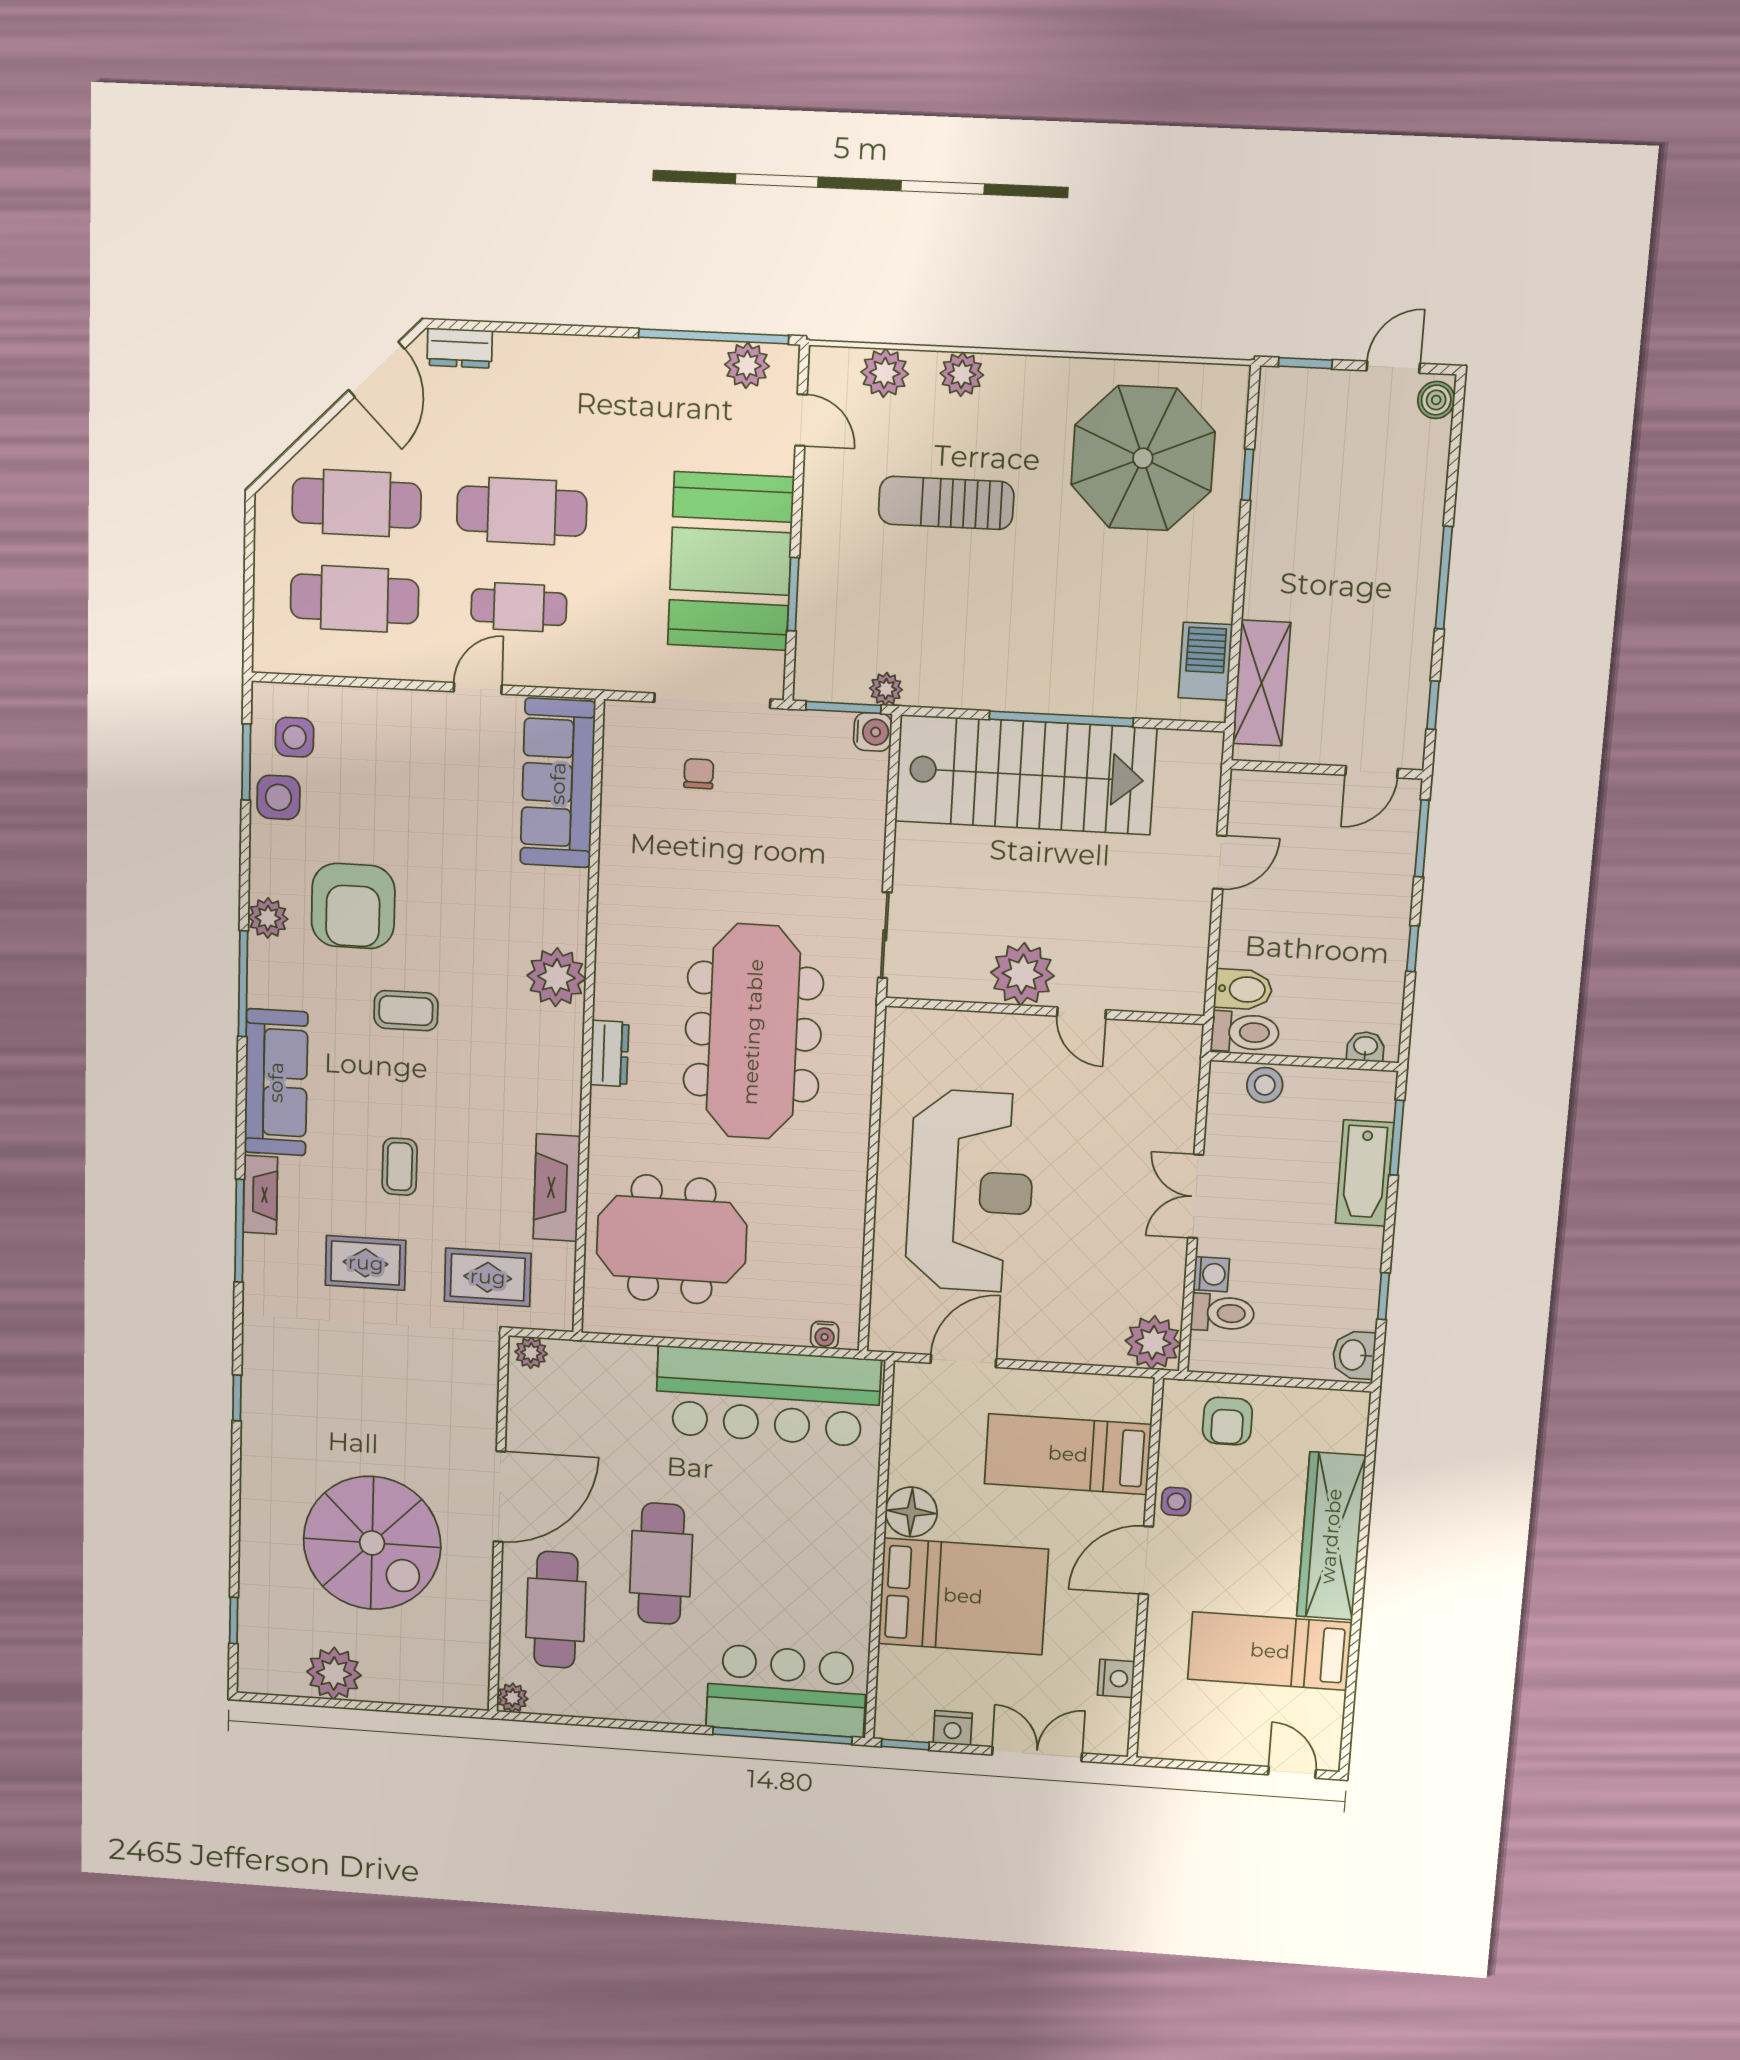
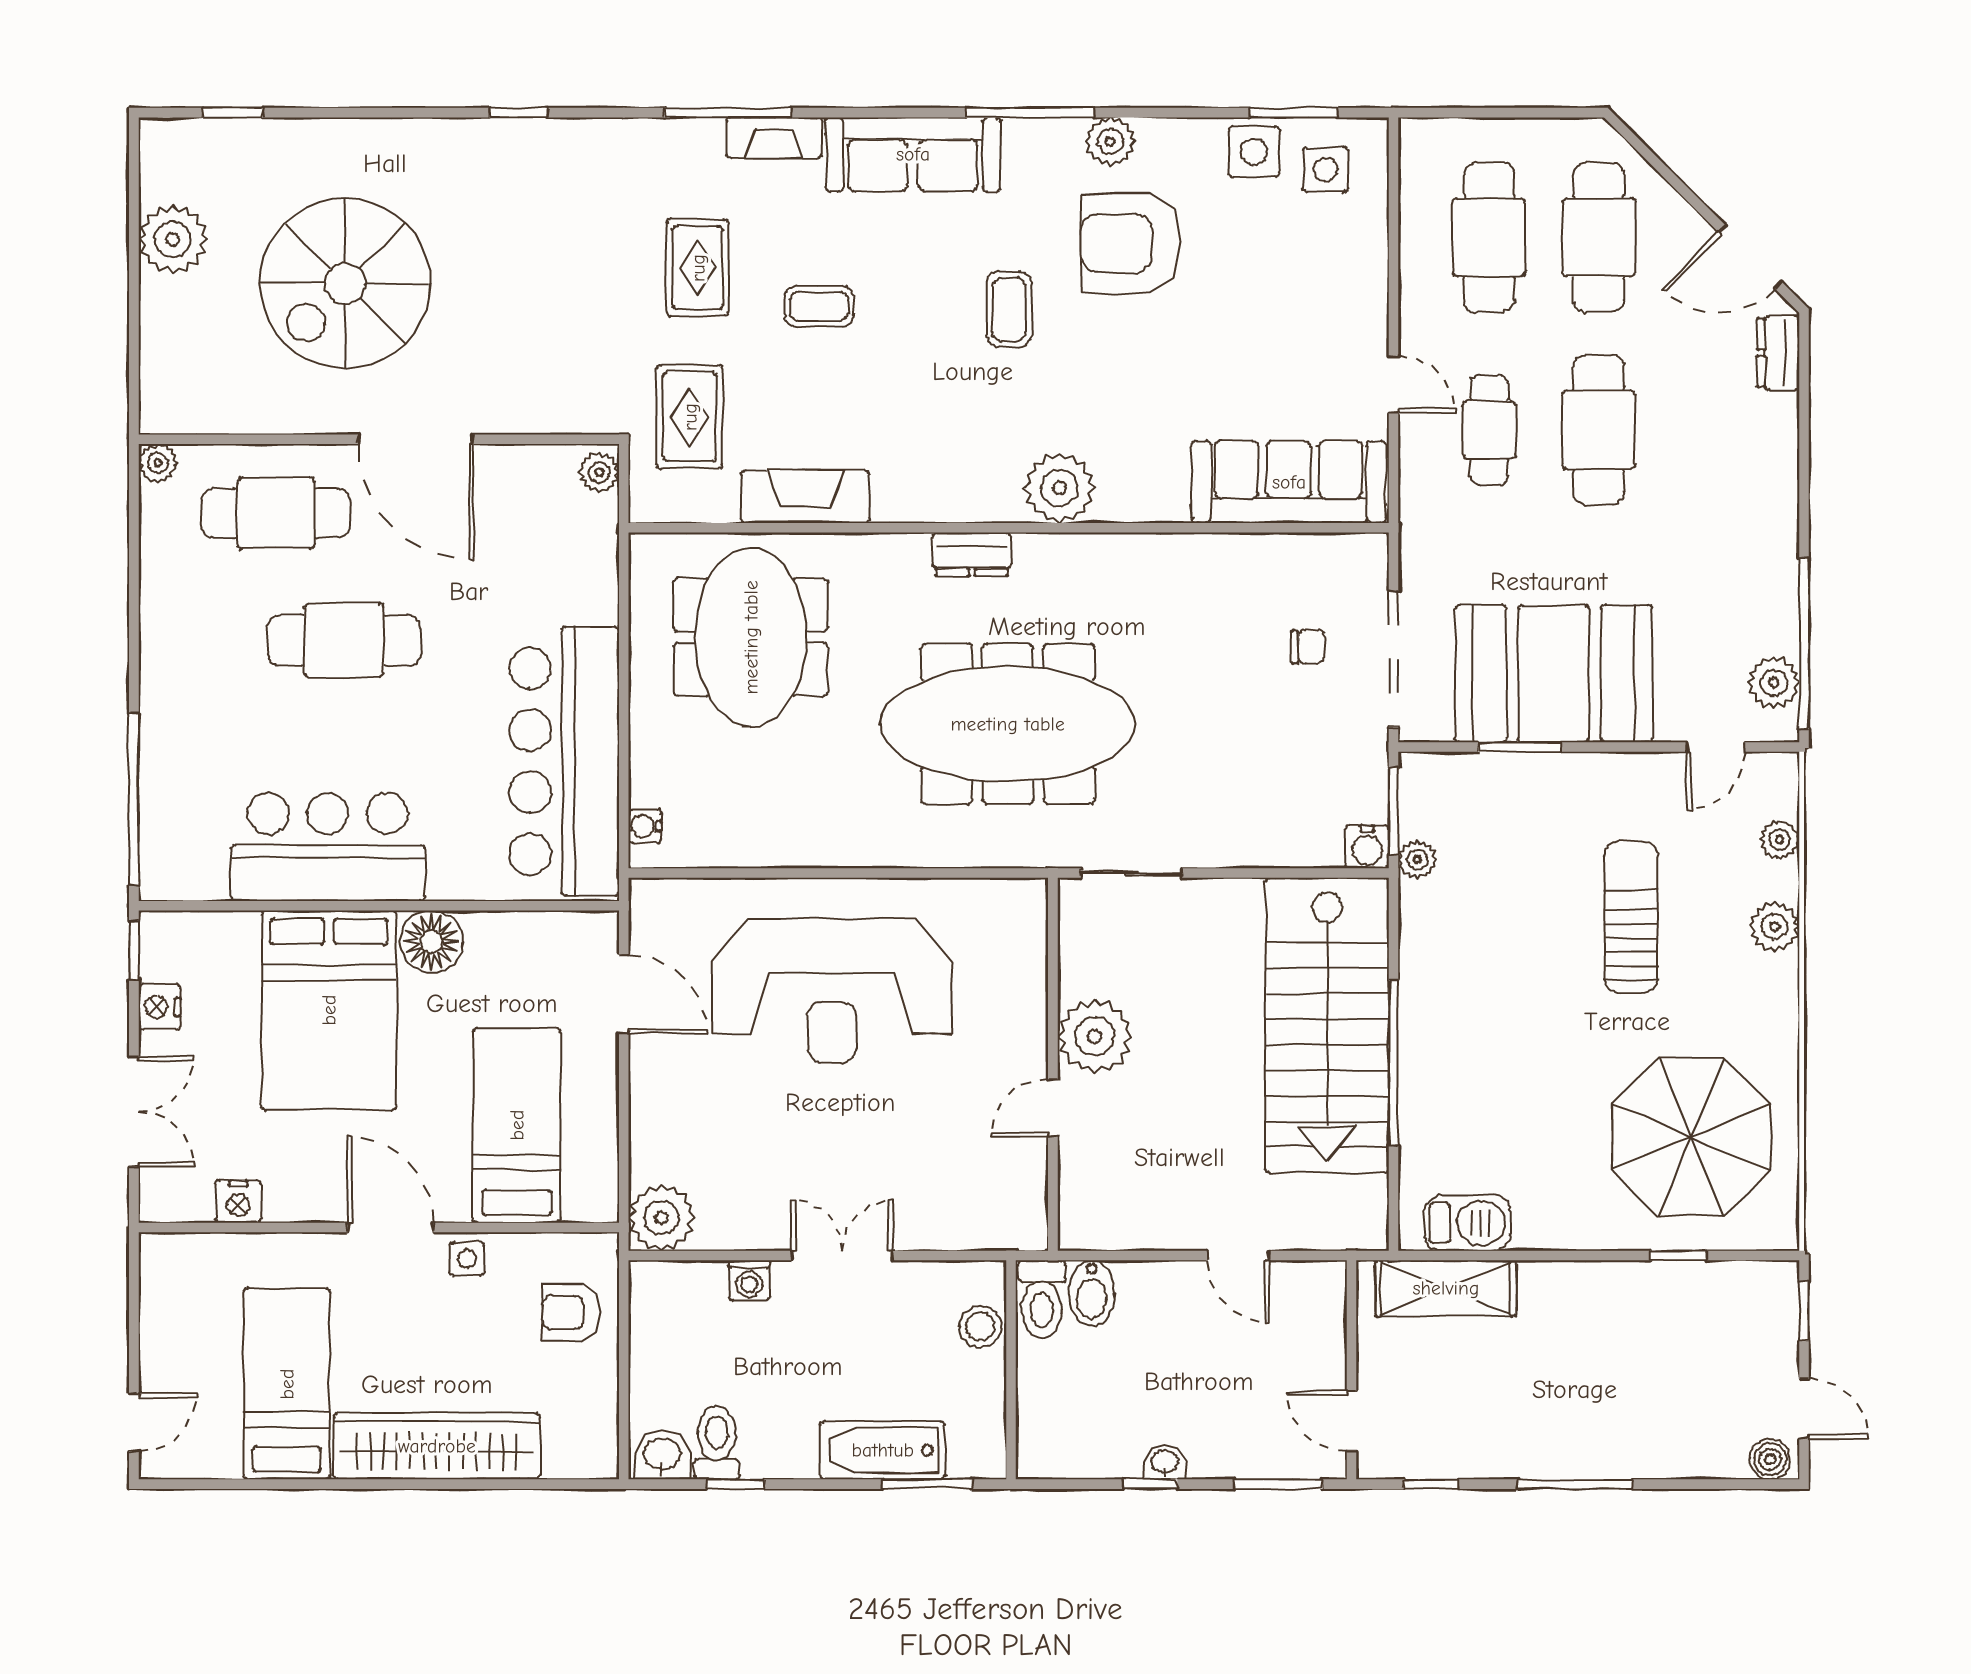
plant: (885, 373) -> (1780, 839), width x0.73, depth x0.73
washbasin: (1366, 1047) -> (1165, 1462), moved, turned -90
toilet: (1222, 1313) -> (717, 1443), moved, turned 180
bar counter: (787, 1691) -> (328, 847), moved, turned -90

